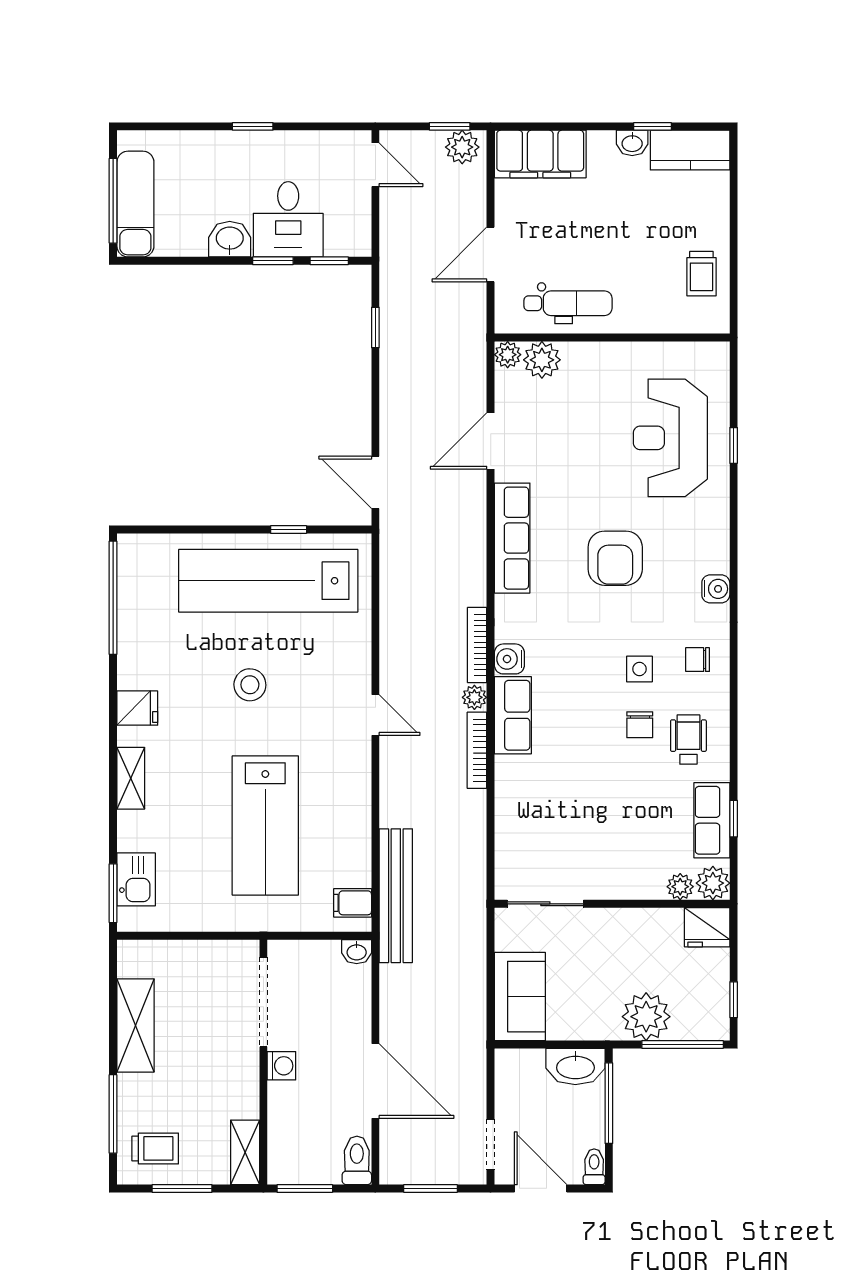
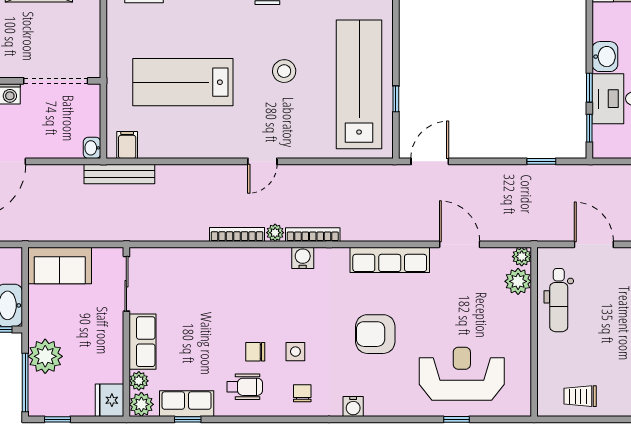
row of seats: (513, 715) -> (143, 342), moved, turned -90
bench: (396, 896) -> (119, 174), width x0.73, depth x0.82

